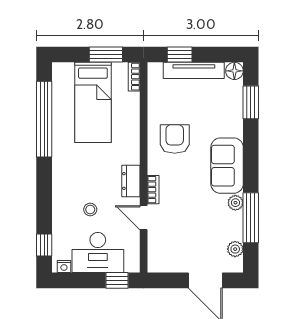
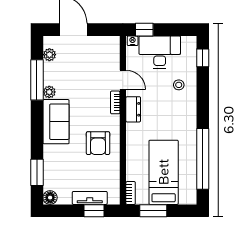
tv unit: (194, 70) -> (90, 198), width x0.71
stool: (90, 209) -> (179, 85), moved
nightstand: (64, 267) -> (133, 41), moved

